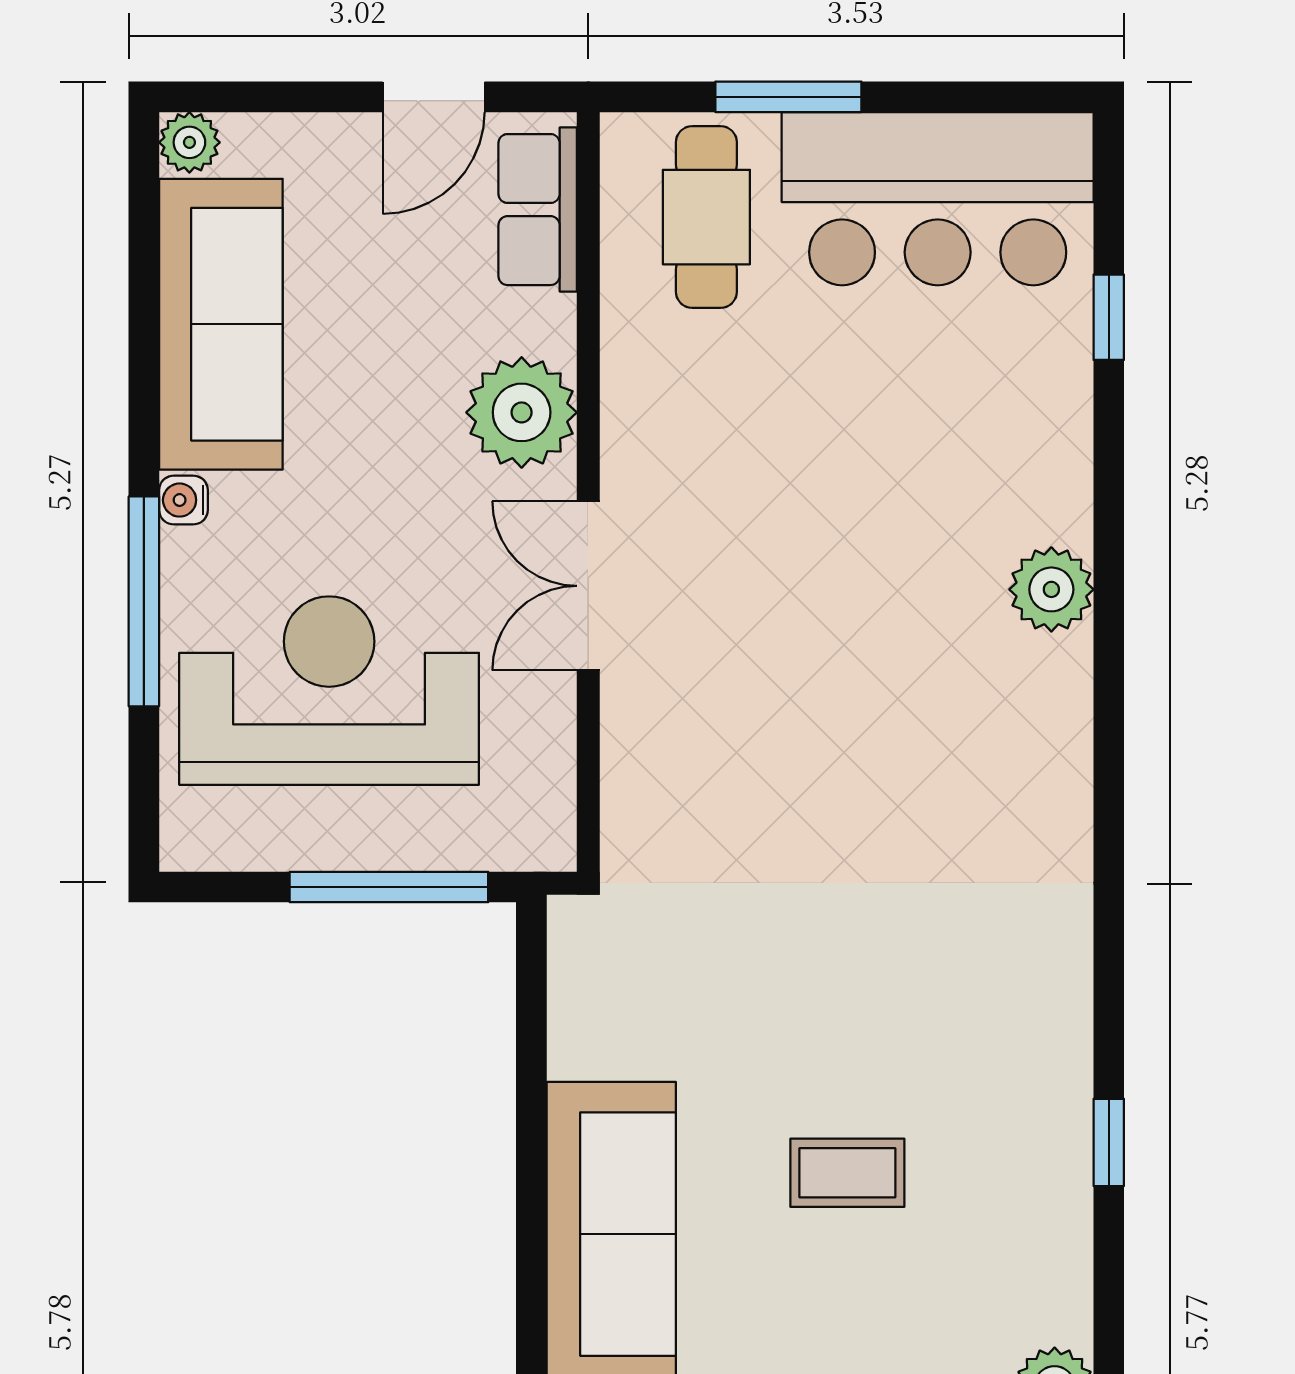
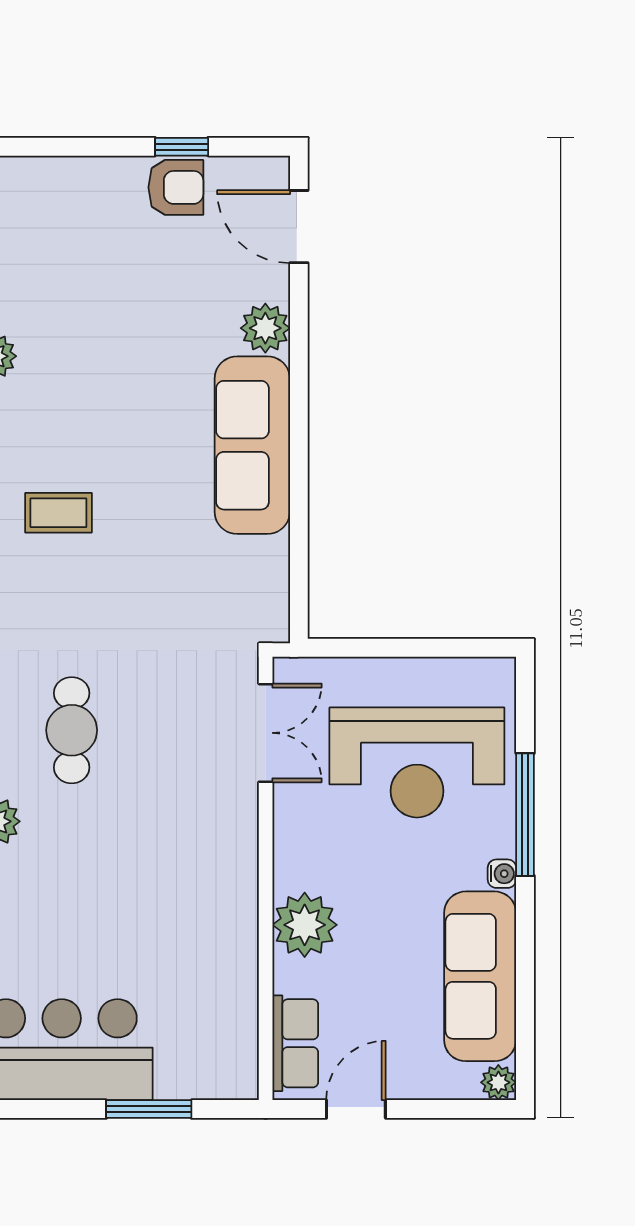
cafe table: (706, 217) -> (72, 730), moved
double door: (588, 586) -> (266, 733), moved
window: (389, 887) -> (382, 648), removed
coffee table: (847, 1173) -> (58, 513), moved

